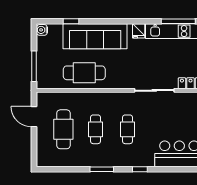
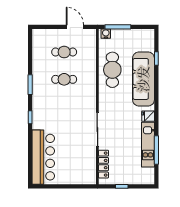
water cooler: (42, 30) -> (106, 34), moved
door: (34, 117) -> (75, 27), hinge flipped
cafe table: (63, 129) -> (64, 52), width x0.73, depth x0.74
cafe table: (127, 129) -> (64, 107), removed

